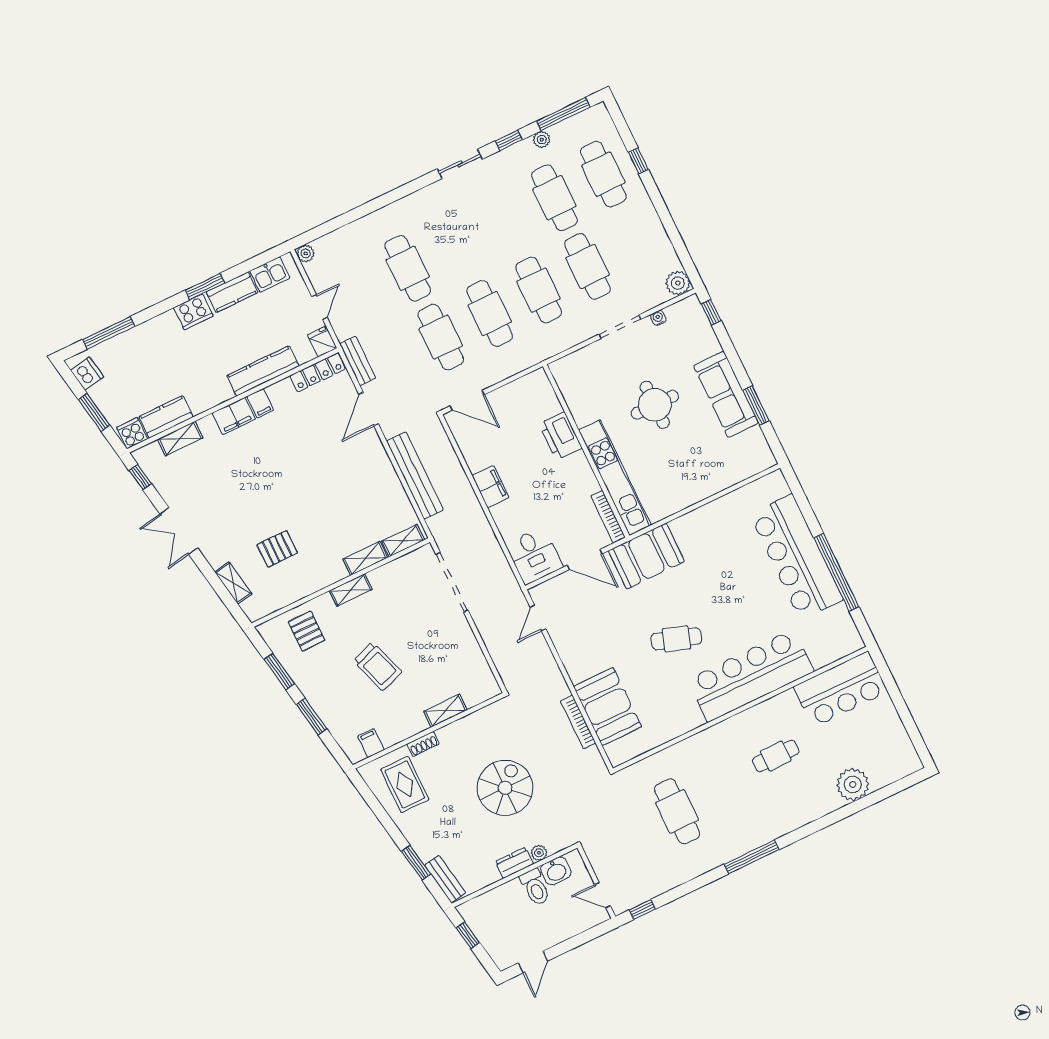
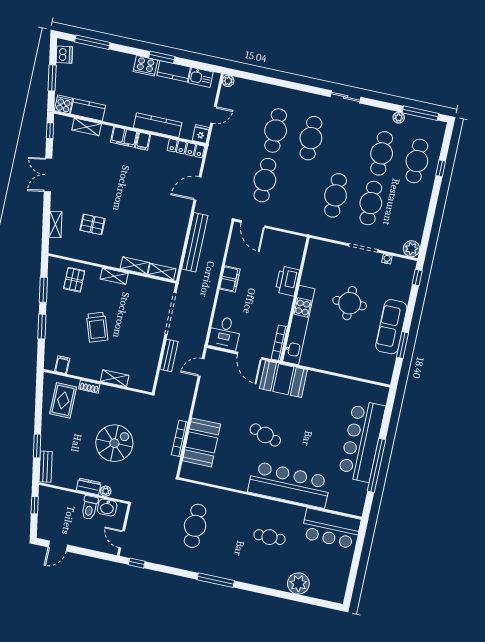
window: (509, 140) -> (381, 105), removed
cafe table: (490, 314) -> (311, 138), moved
bench: (358, 361) -> (169, 355), moved

